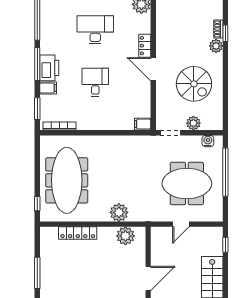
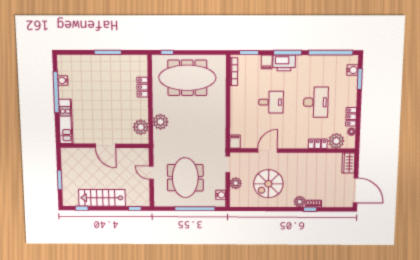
locker: (145, 46) -> (318, 144), moved
door: (153, 69) -> (268, 151), moved
locker: (78, 233) -> (142, 87), width x0.66

